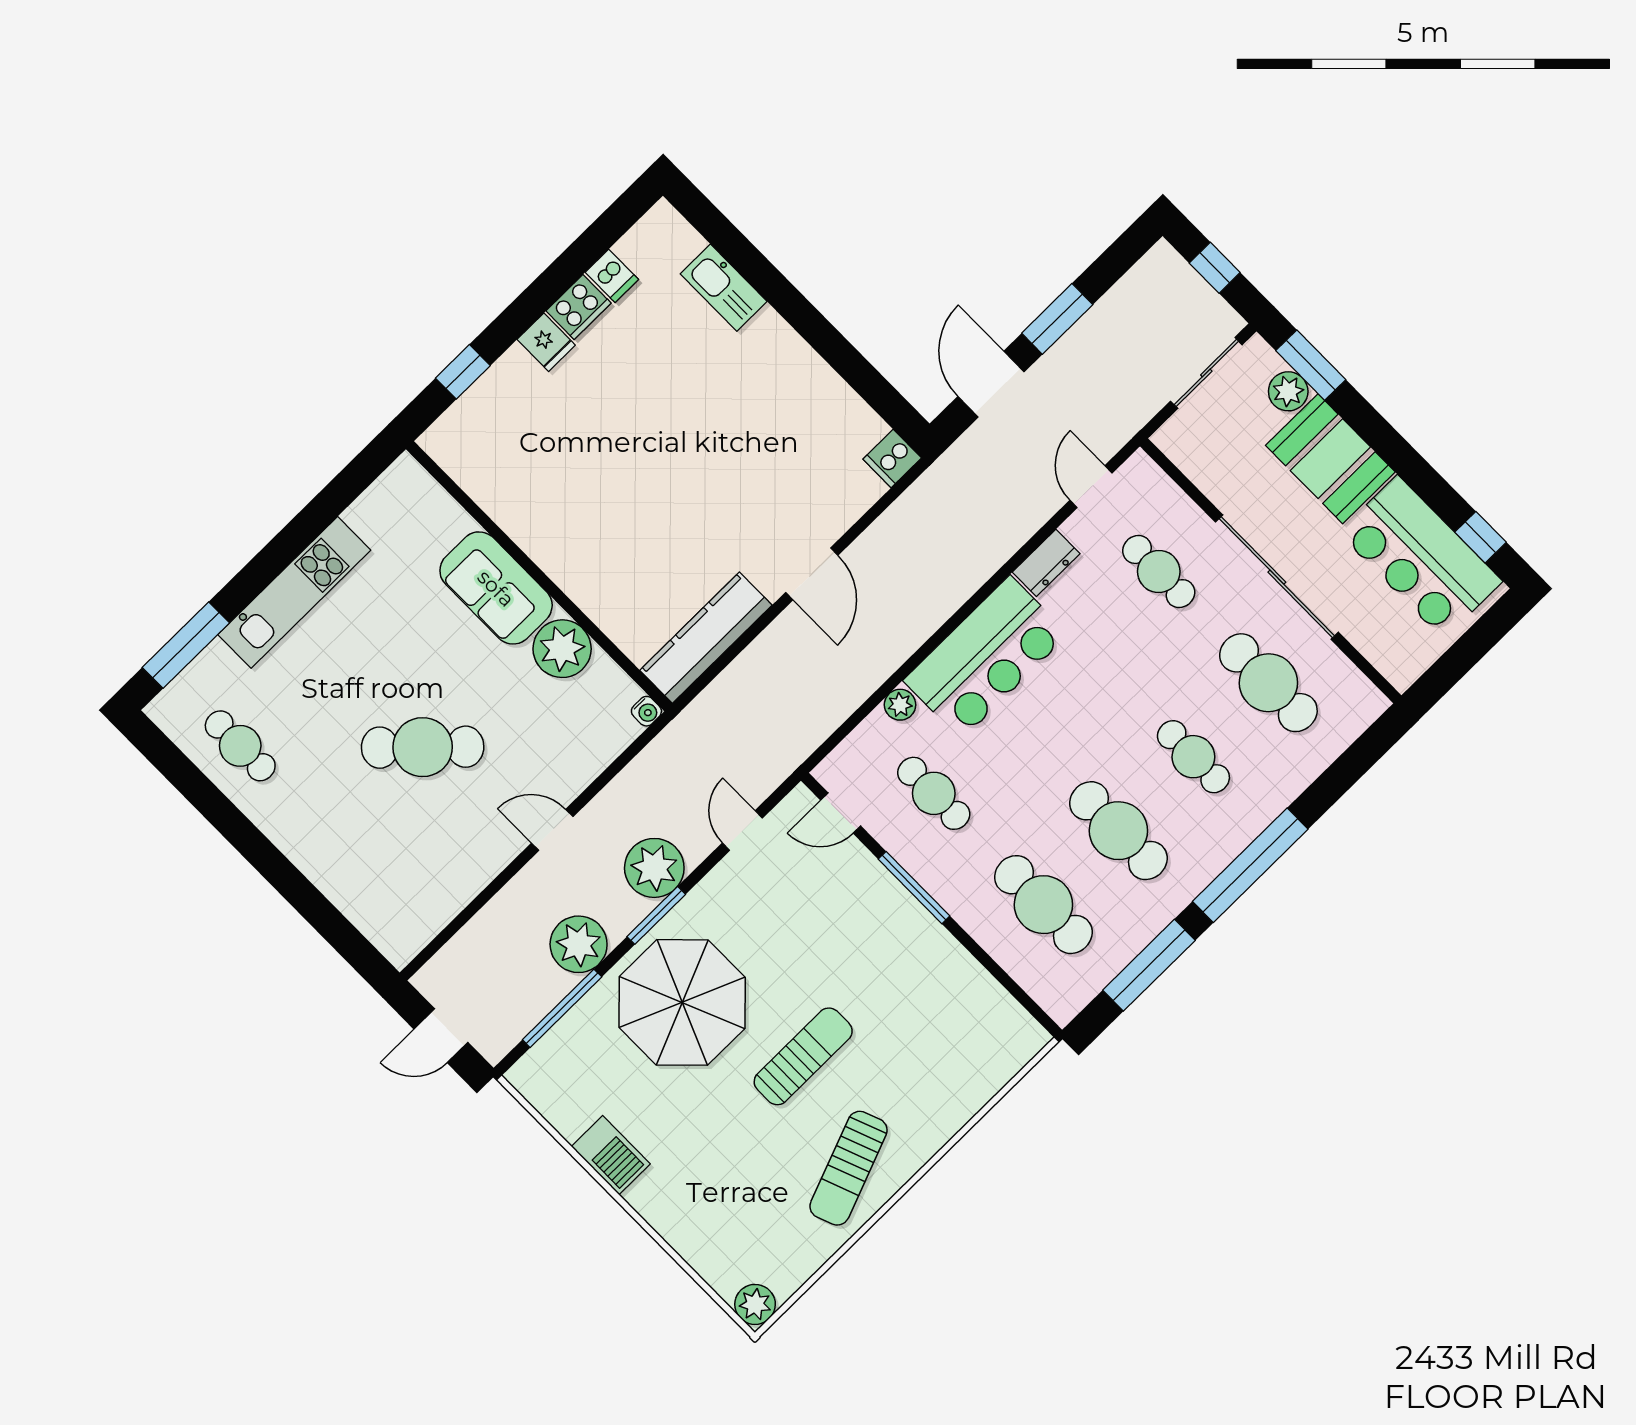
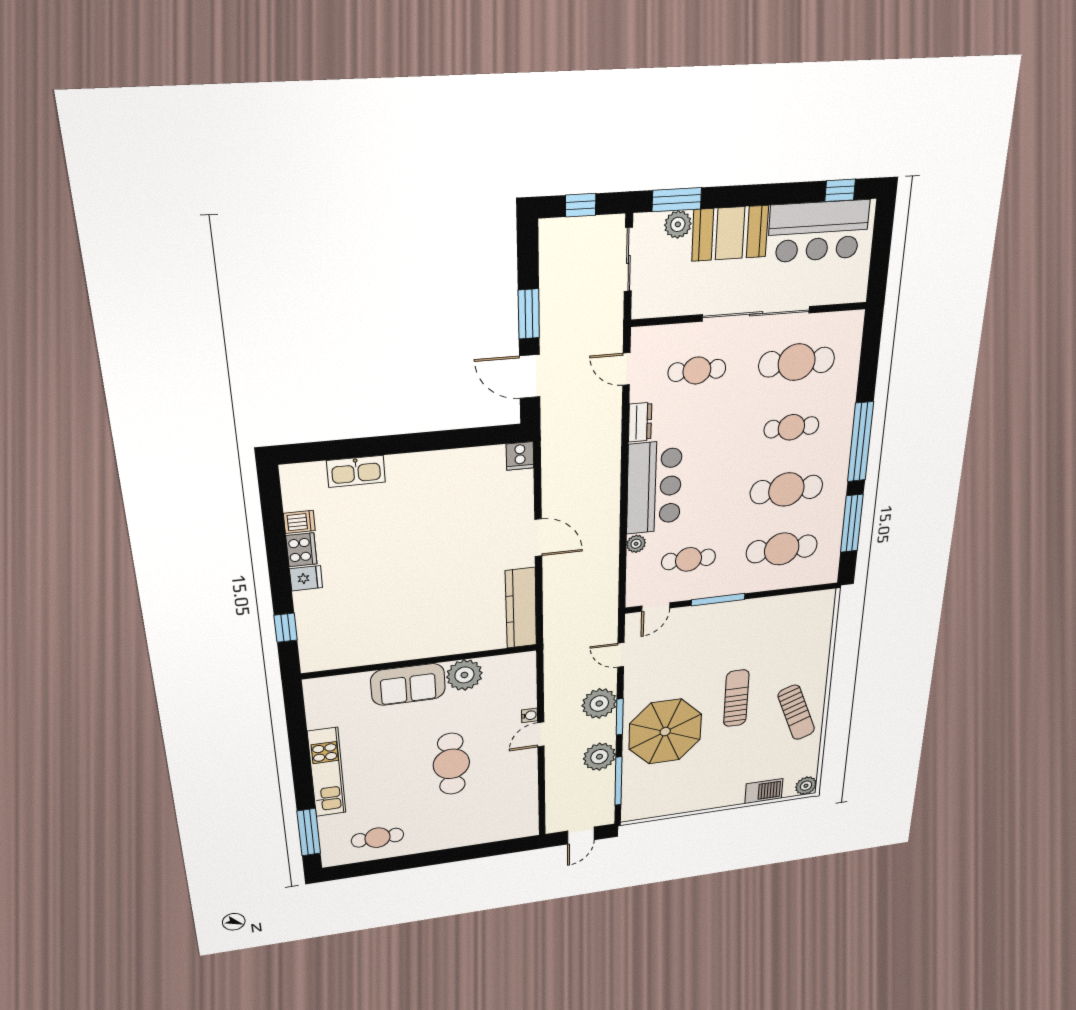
water cooler: (646, 711) -> (530, 715), moved
cafe table: (423, 747) -> (451, 764), turned -44
barbecue: (611, 1155) -> (764, 791), moved

